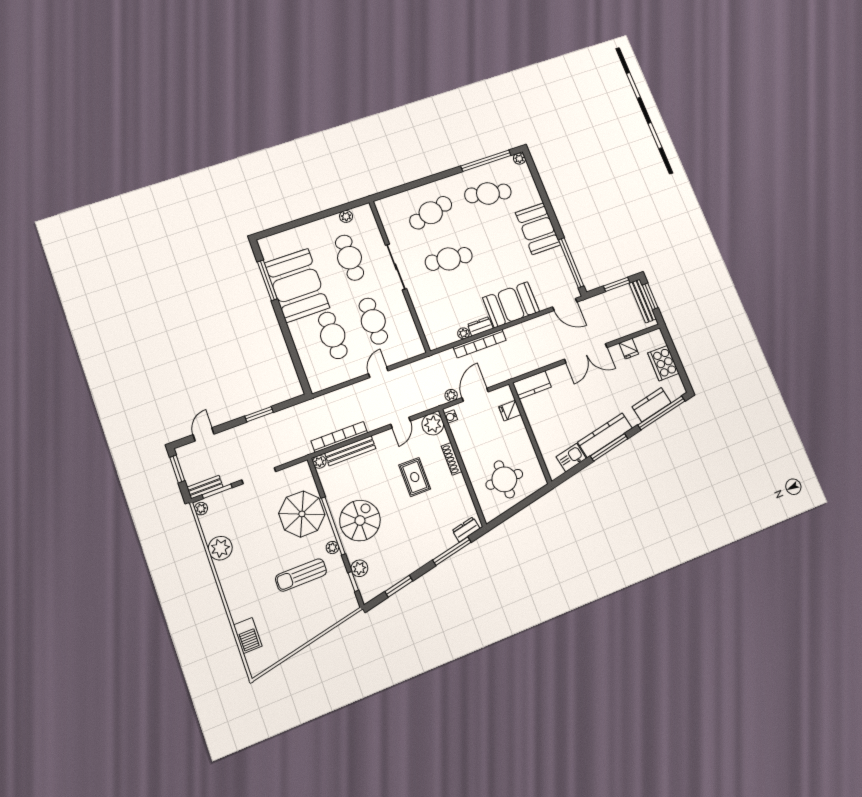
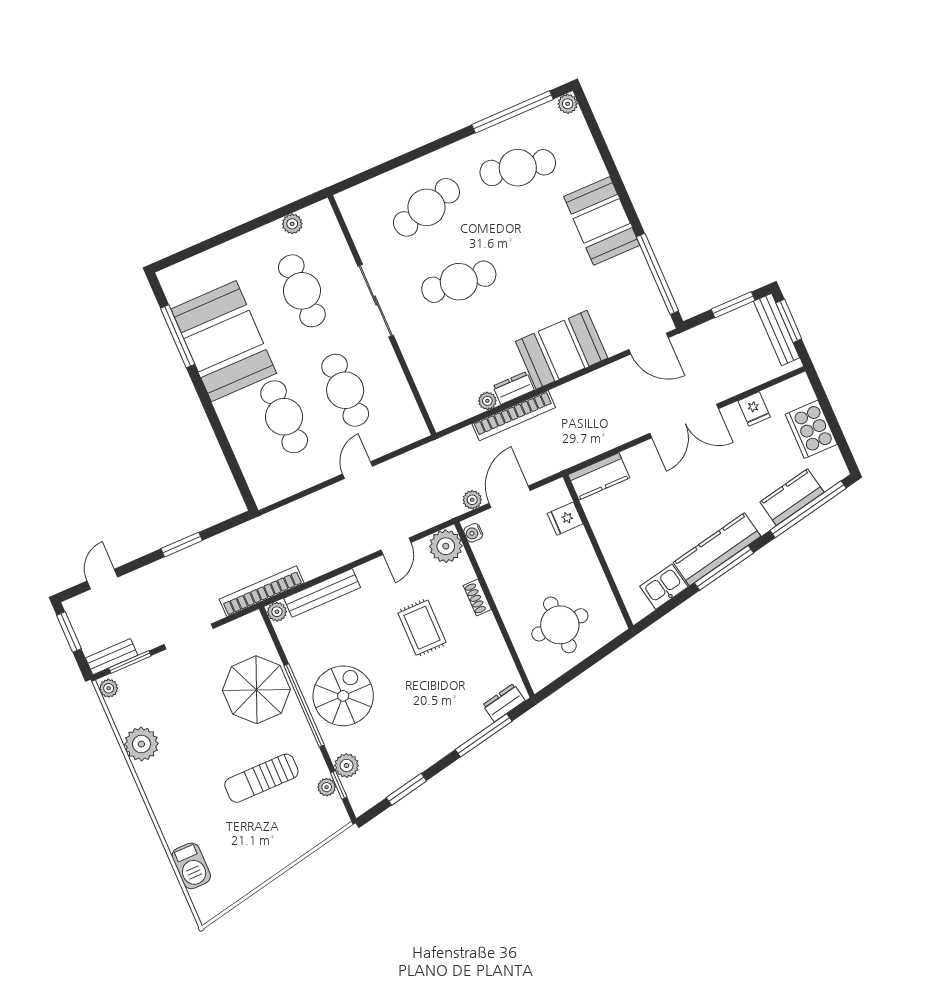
bookcase: (339, 437) -> (262, 591), moved
shoe rack: (452, 459) -> (477, 598), width x0.70
plant: (332, 548) -> (327, 787), moved

